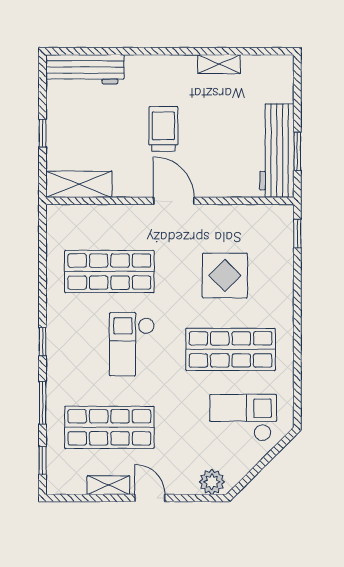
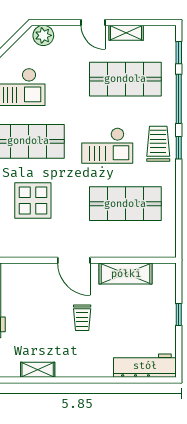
trolley: (163, 129) -> (82, 318), width x0.73, depth x0.72
shelving: (79, 184) -> (126, 274), moved
checkout: (132, 344) -> (107, 146), turned 90
trolley: (68, 347) -> (158, 144), added
window: (43, 403) -> (179, 99), width x1.44

